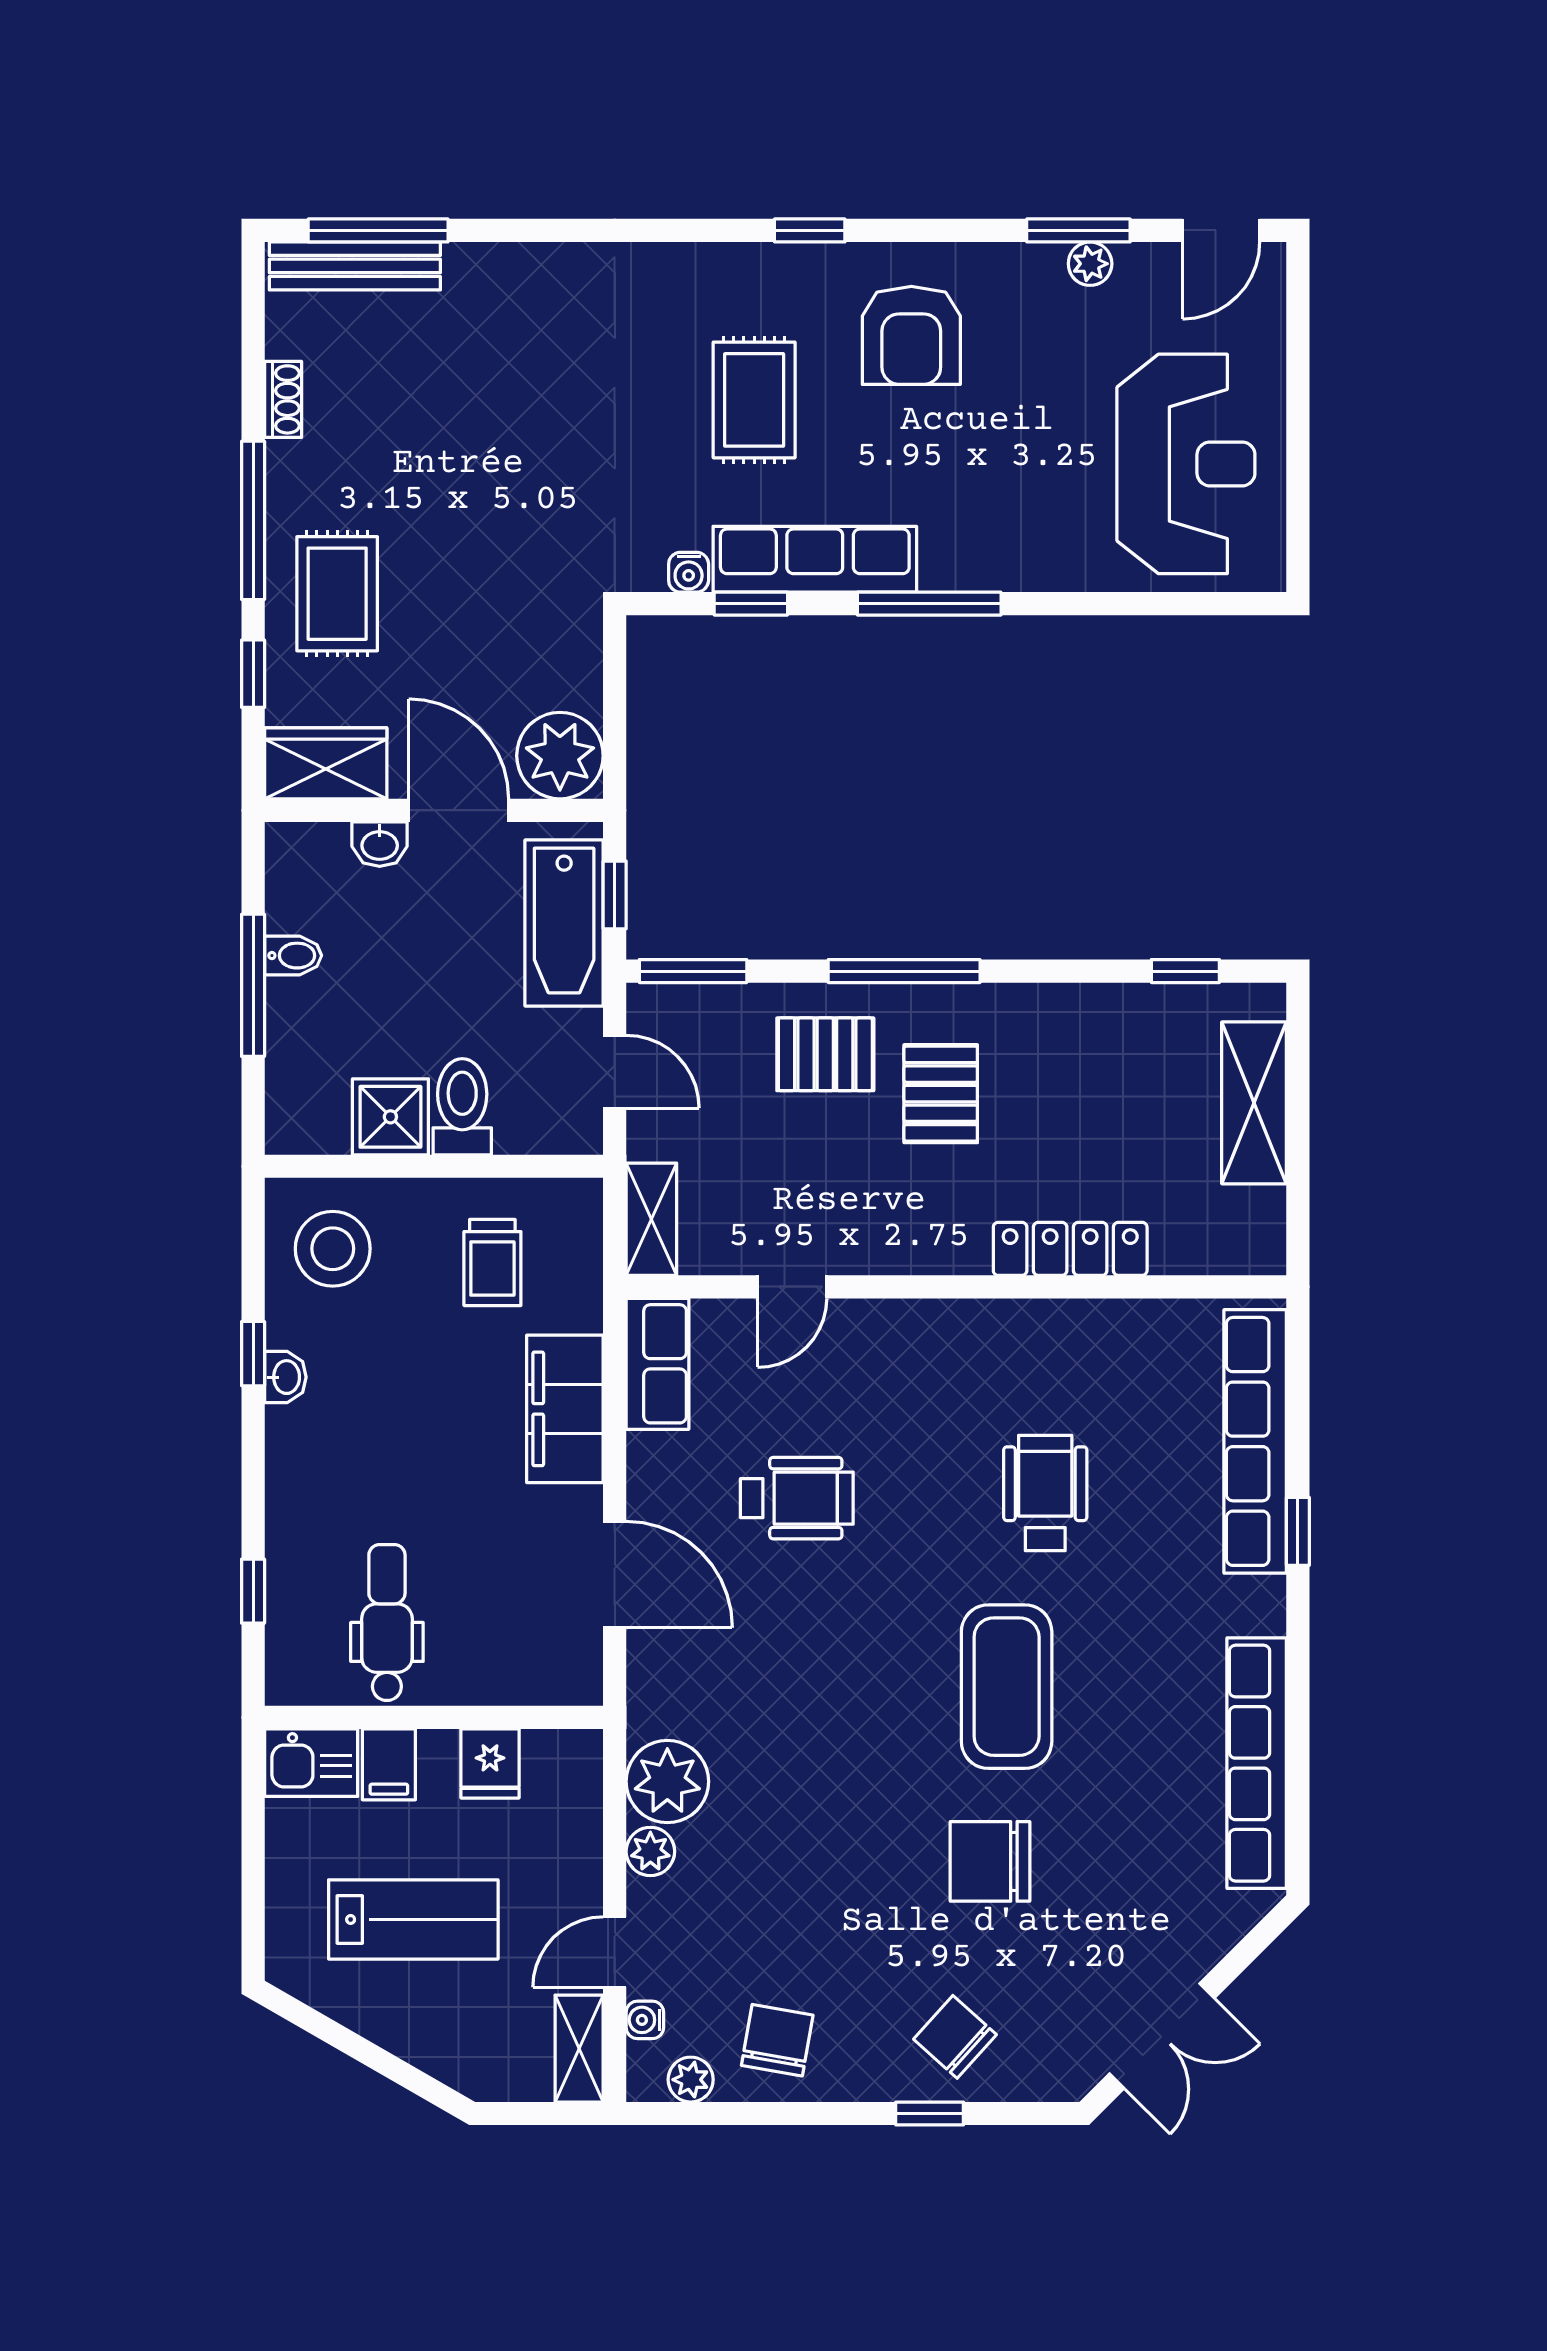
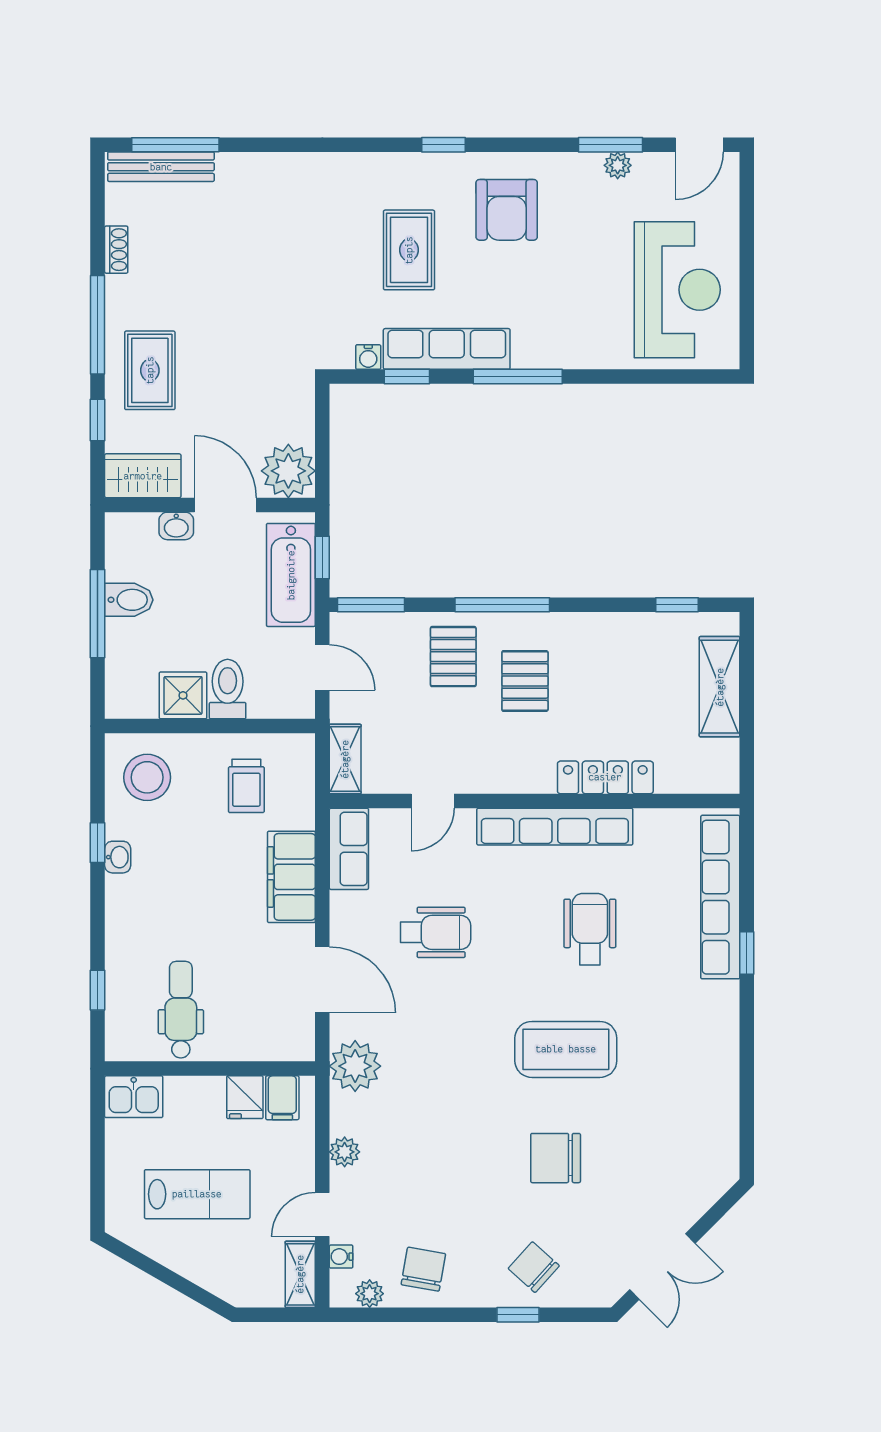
bidet: (293, 956) -> (129, 600), width x1.38, depth x1.36
pallet: (825, 1054) -> (453, 657), turned 90
coffee table: (1007, 1687) -> (566, 1049), turned 90
row of seats: (1257, 1763) -> (555, 827), moved, turned -90
filing cabinet: (389, 1764) -> (282, 1098), moved
plant: (667, 1781) -> (355, 1066), moved

